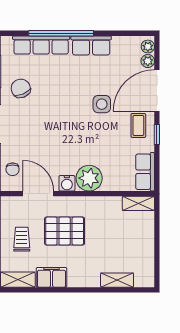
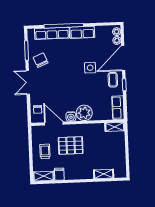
filing cabinet: (52, 277) -> (59, 174), width x0.50

